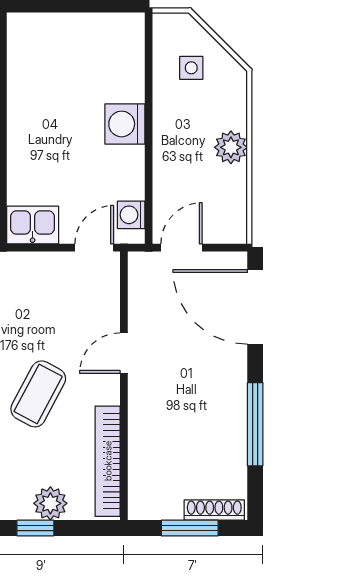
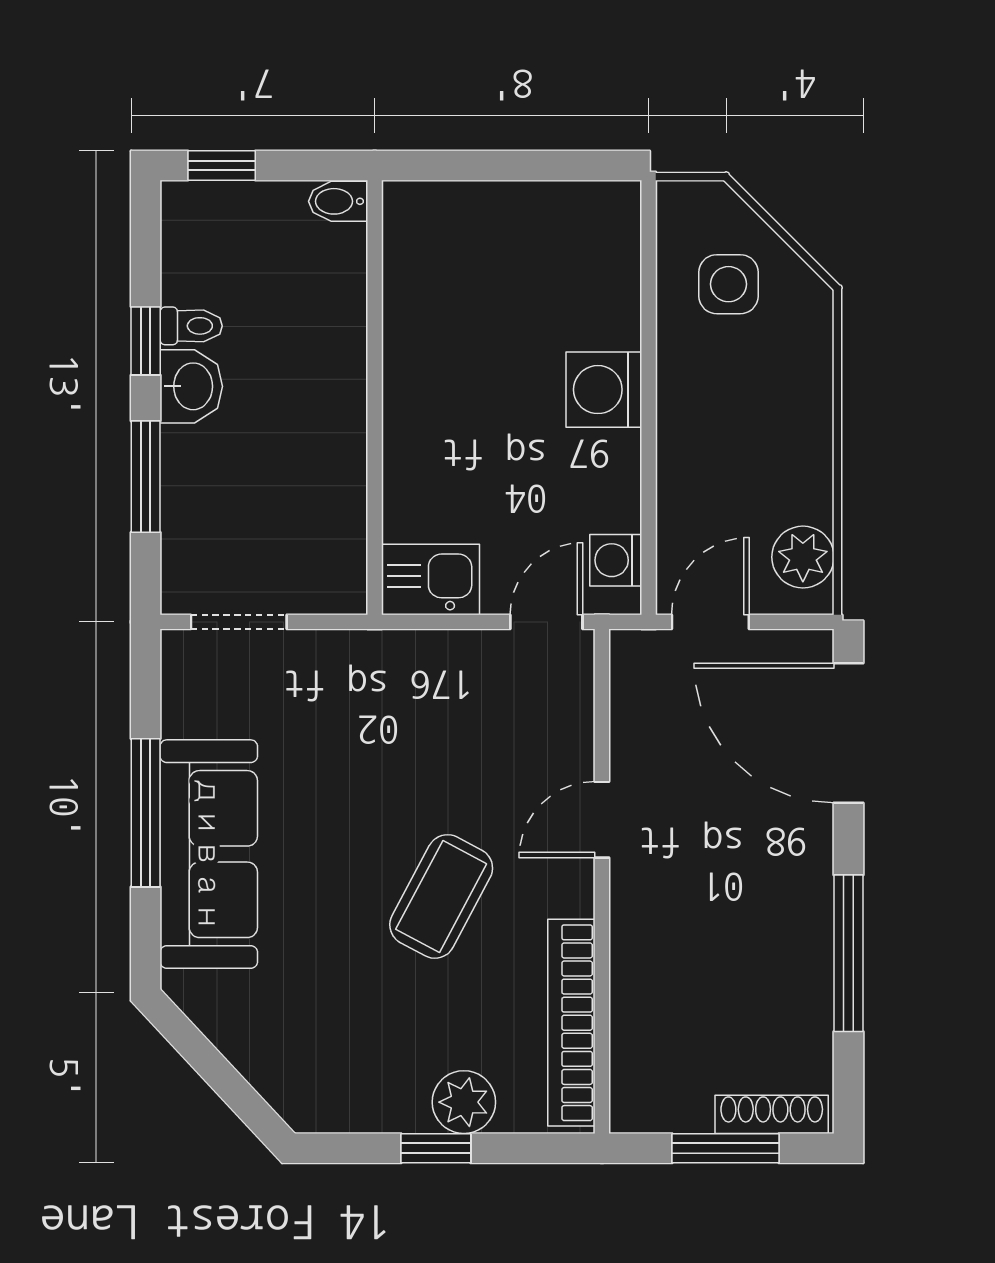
side table: (191, 68) -> (729, 284), width x1.37, depth x1.37
plant: (231, 147) -> (803, 557), moved

